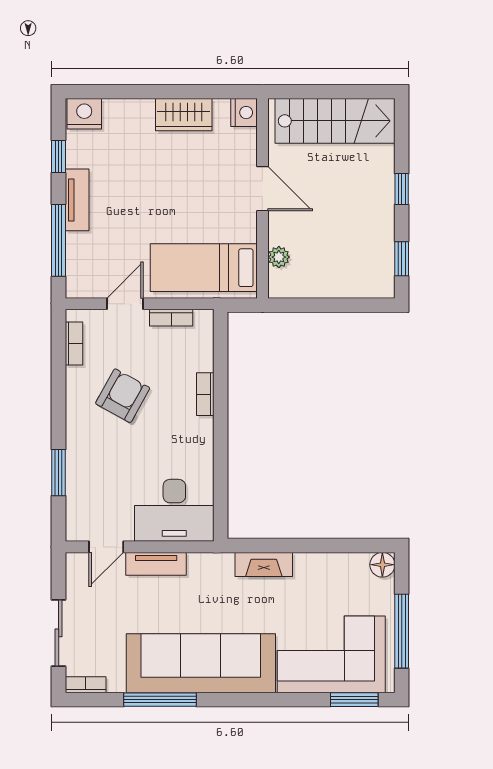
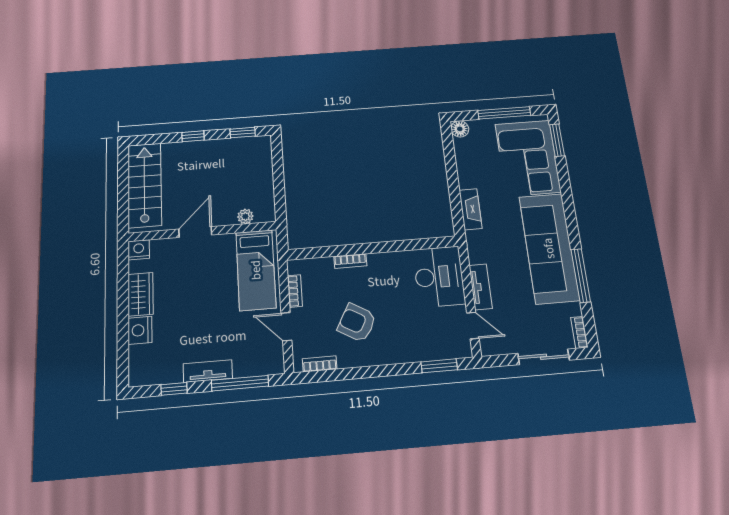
nightstand: (84, 114) -> (140, 330), moved
window: (59, 473) -> (439, 366), moved

